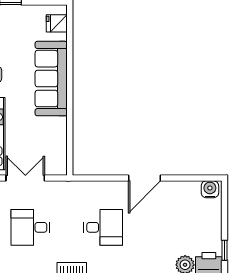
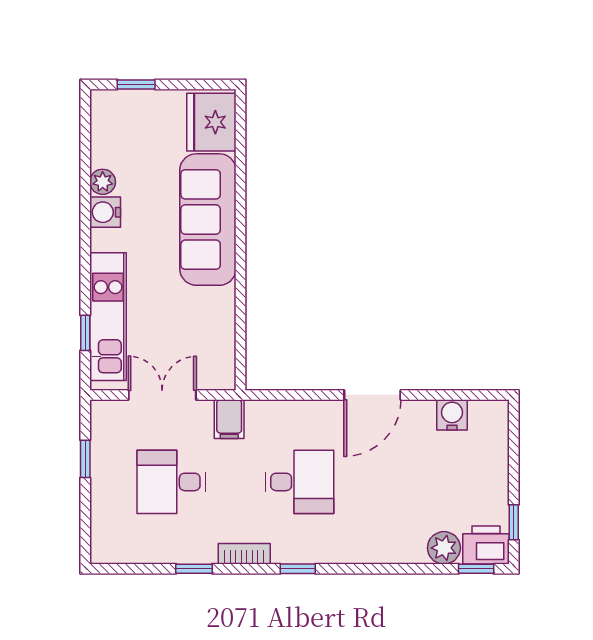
fridge: (57, 23) -> (211, 122), width x1.88, depth x1.34
water cooler: (210, 189) -> (452, 415), moved
filing cabinet: (63, 192) -> (229, 419), added

